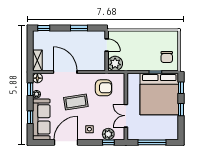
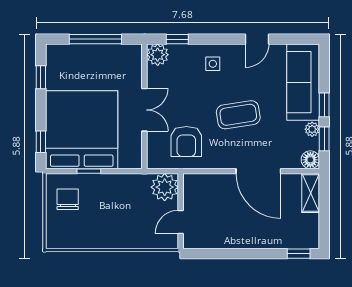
window: (79, 28) -> (232, 254), removed
door: (107, 45) -> (181, 222), hinge flipped
armchair: (104, 88) -> (186, 141), turned -90
window: (181, 110) -> (41, 77), moved
double door: (126, 116) -> (144, 110), moved
window: (30, 117) -> (324, 105), moved
plant: (108, 134) -> (158, 55), moved
door: (66, 142) -> (257, 39), width x0.53

